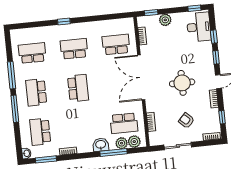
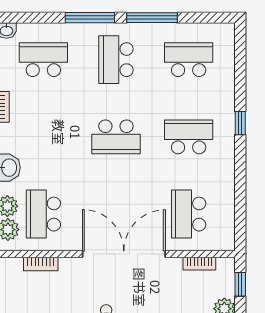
school desk: (116, 44) -> (189, 214), turned 180
school desk: (74, 49) -> (189, 137), turned -90
school desk: (32, 53) -> (189, 60), turned -90
school desk: (36, 92) -> (116, 60), turned -90

